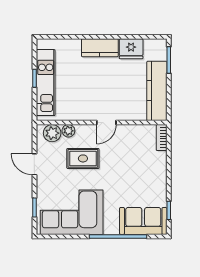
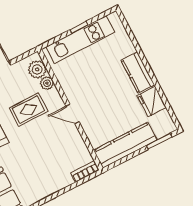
rug: (83, 158) -> (29, 110), turned 90

